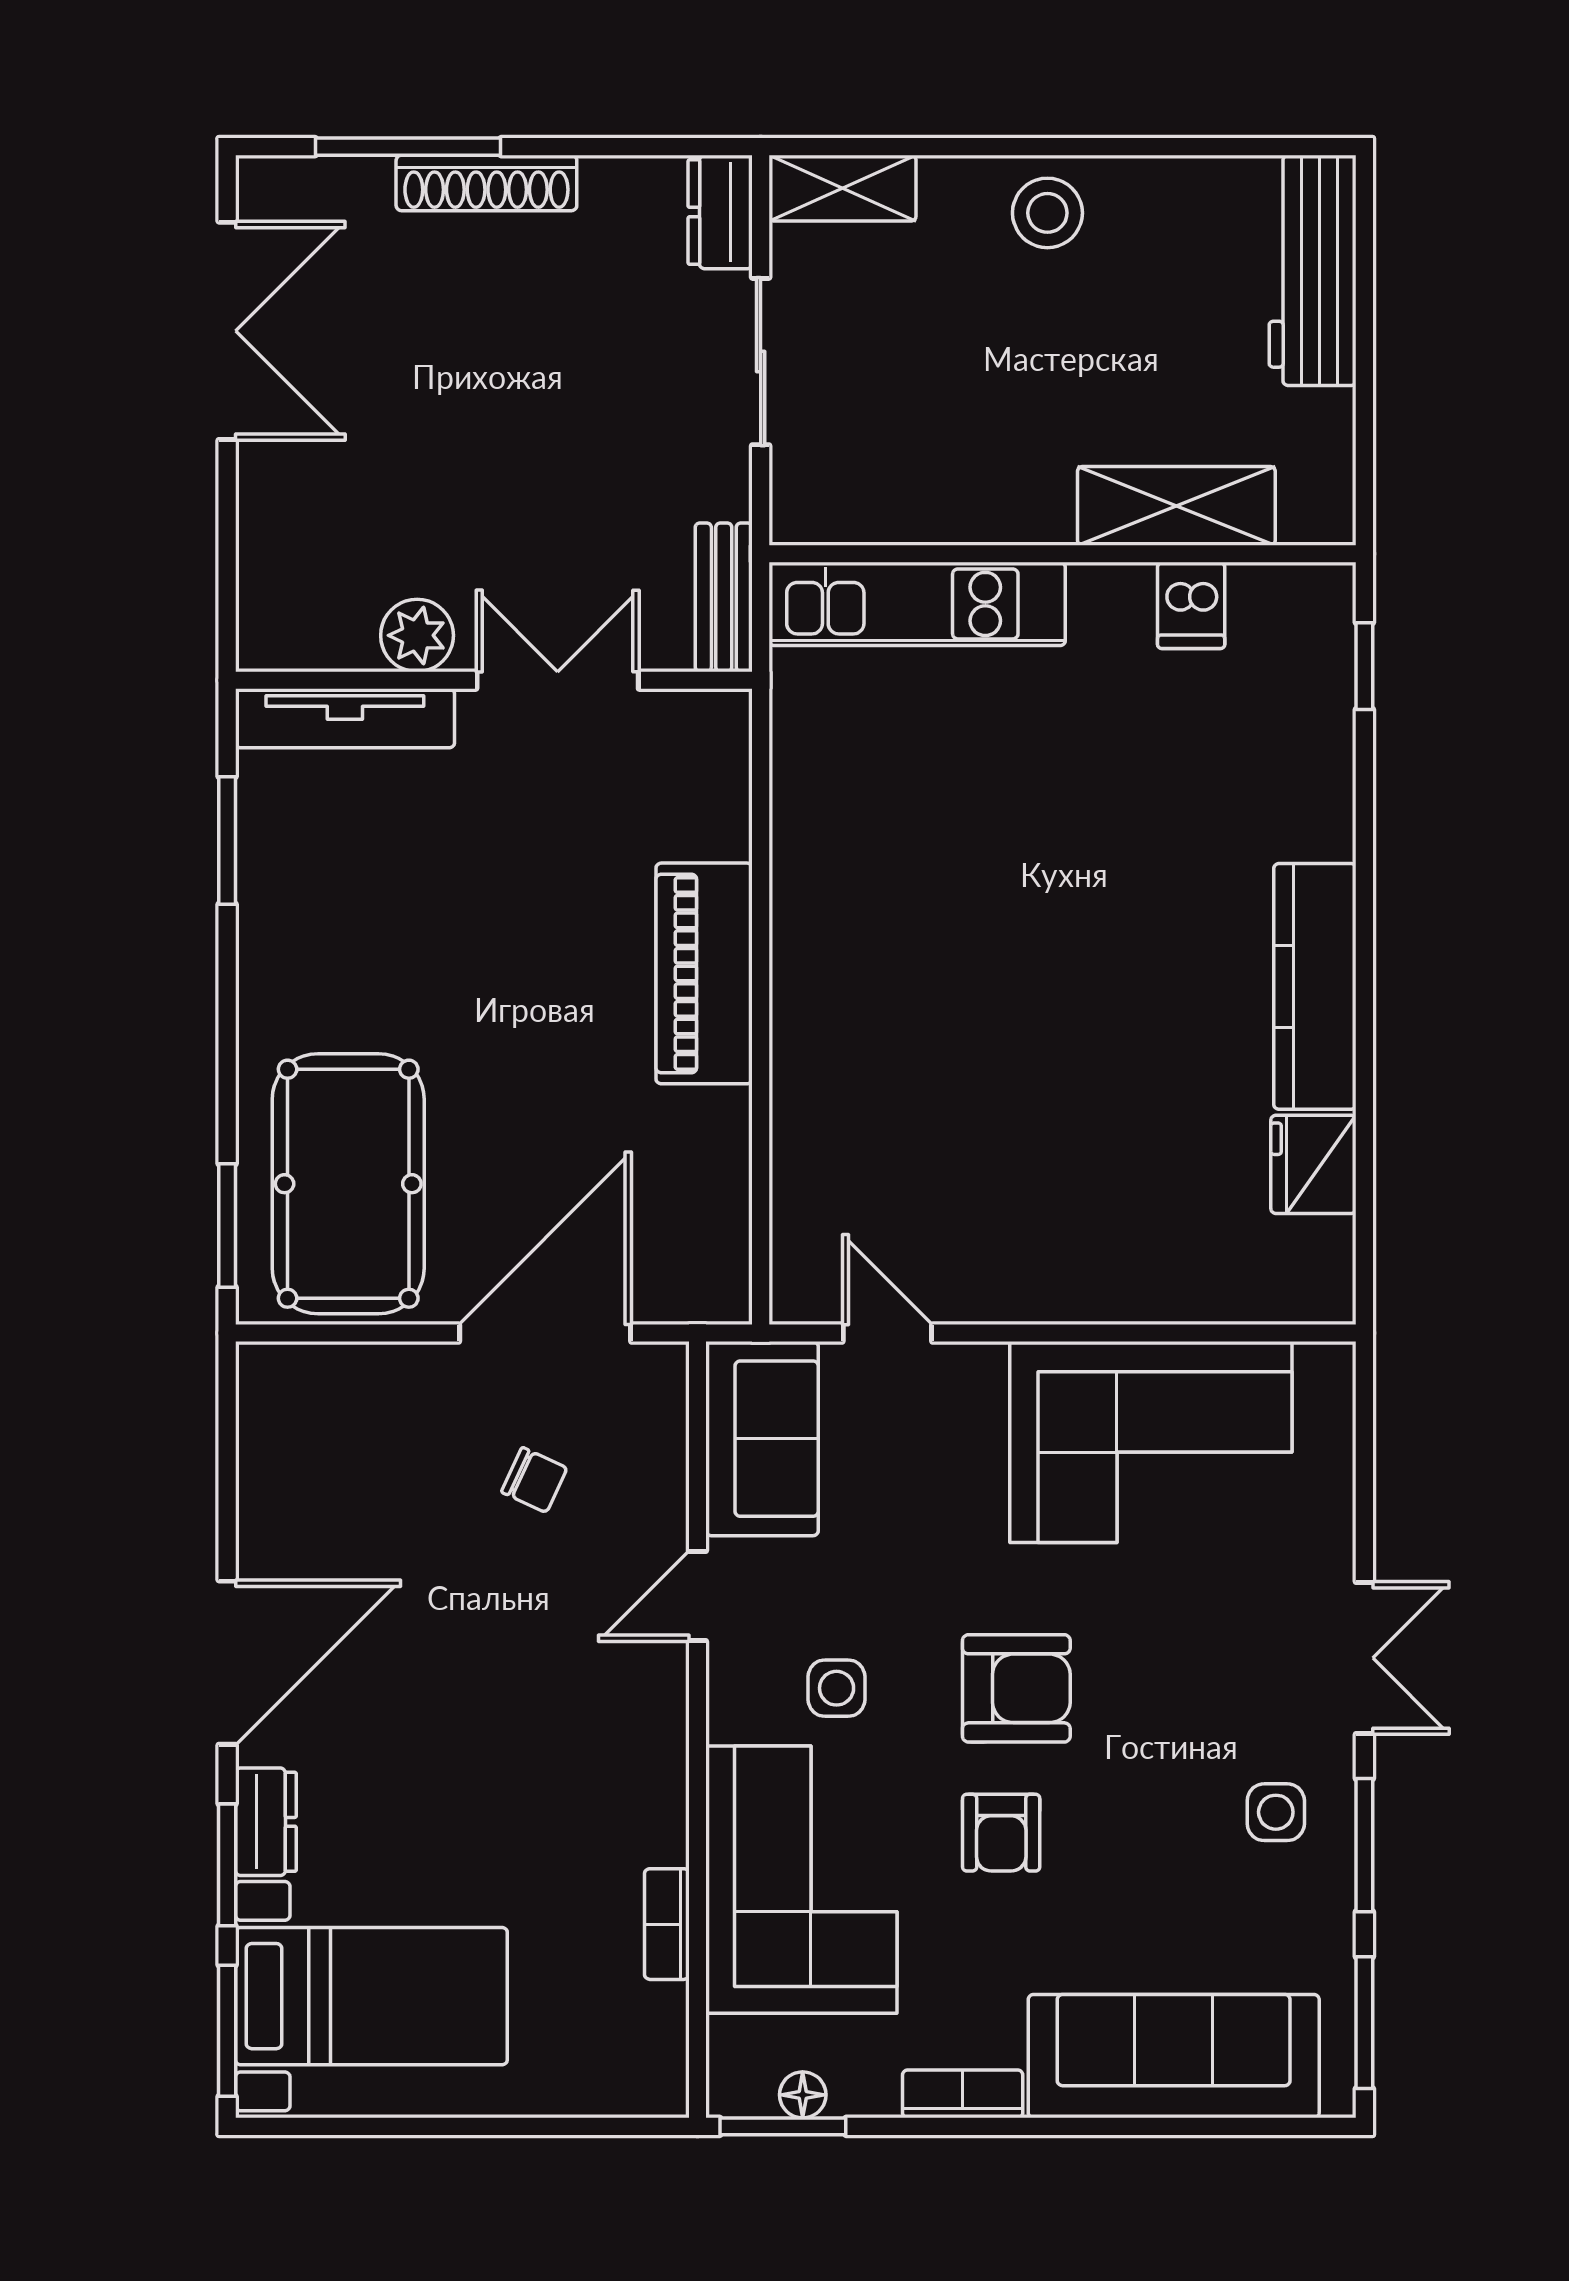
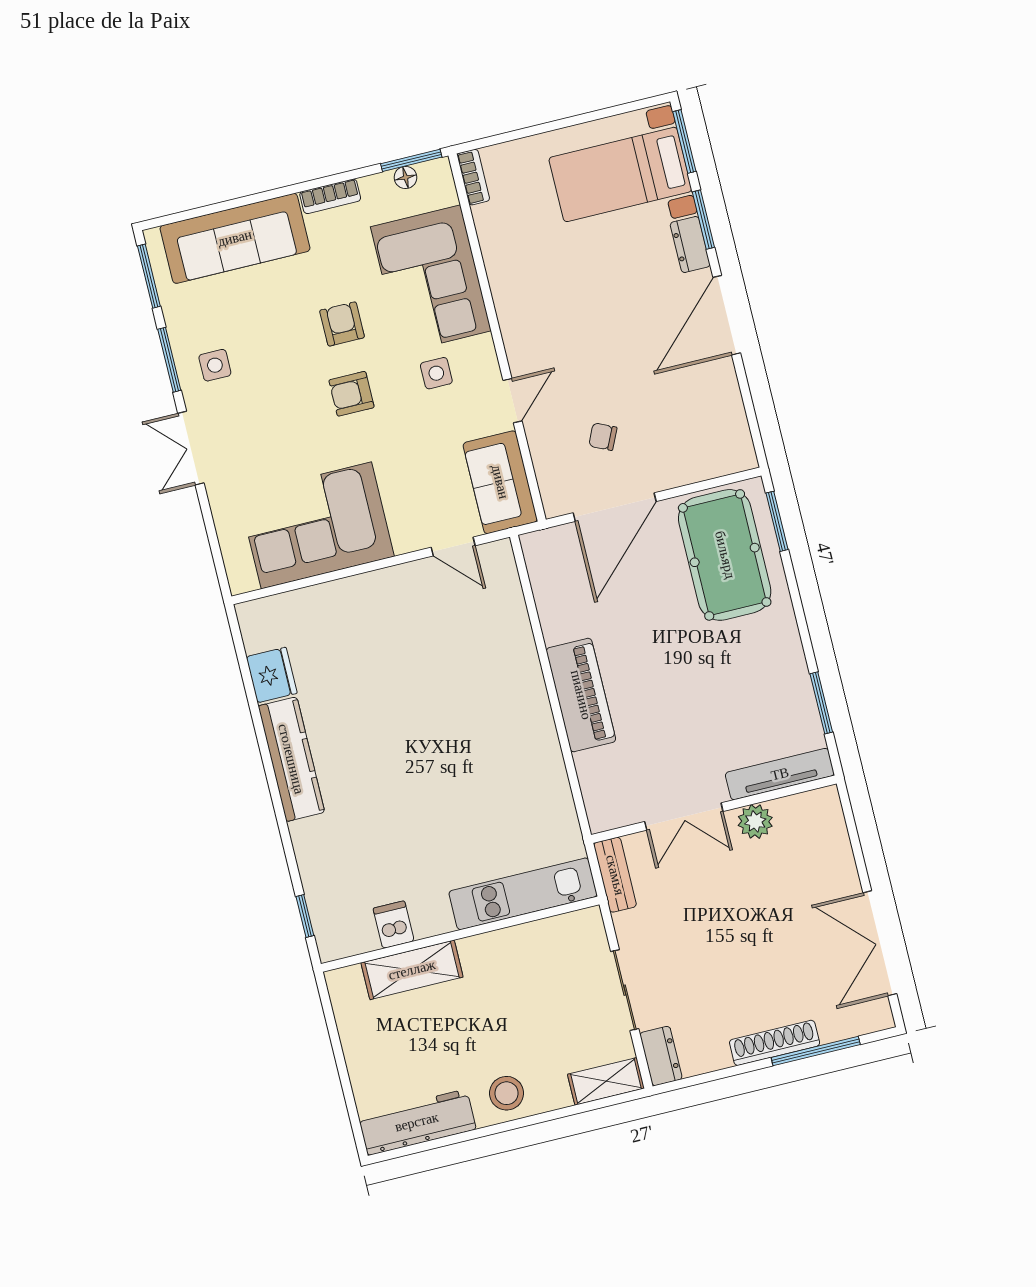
workbench: (1313, 270) -> (417, 1122), moved, turned -90
armchair: (1016, 1688) -> (352, 394), width x0.72, depth x0.72
bookcase: (667, 1924) -> (473, 177), moved

